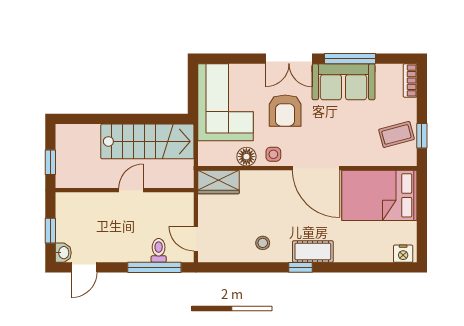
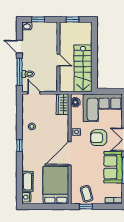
floor lamp: (246, 157) -> (75, 102), moved
door: (196, 239) -> (34, 93), hinge flipped
cot: (313, 251) -> (28, 181), moved
door: (84, 267) -> (19, 47), moved

